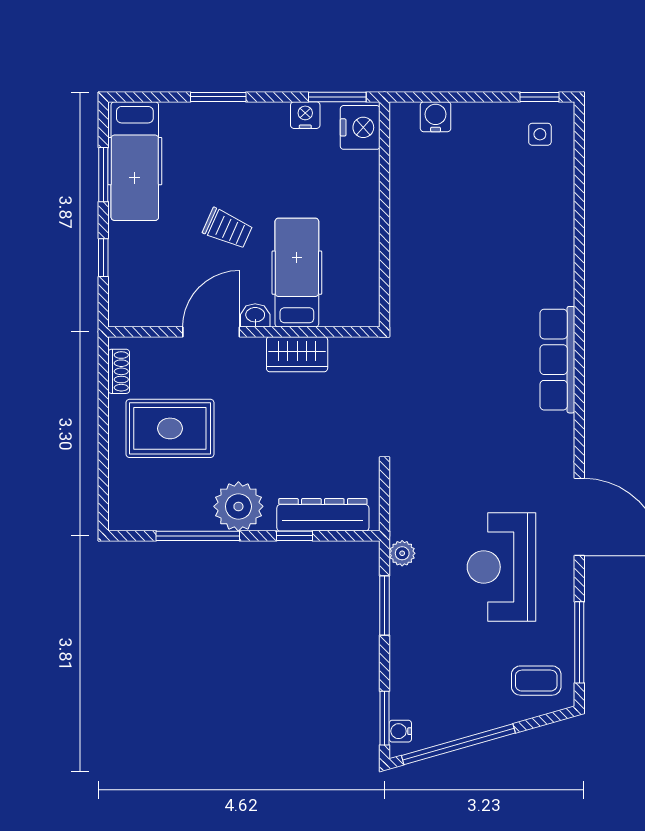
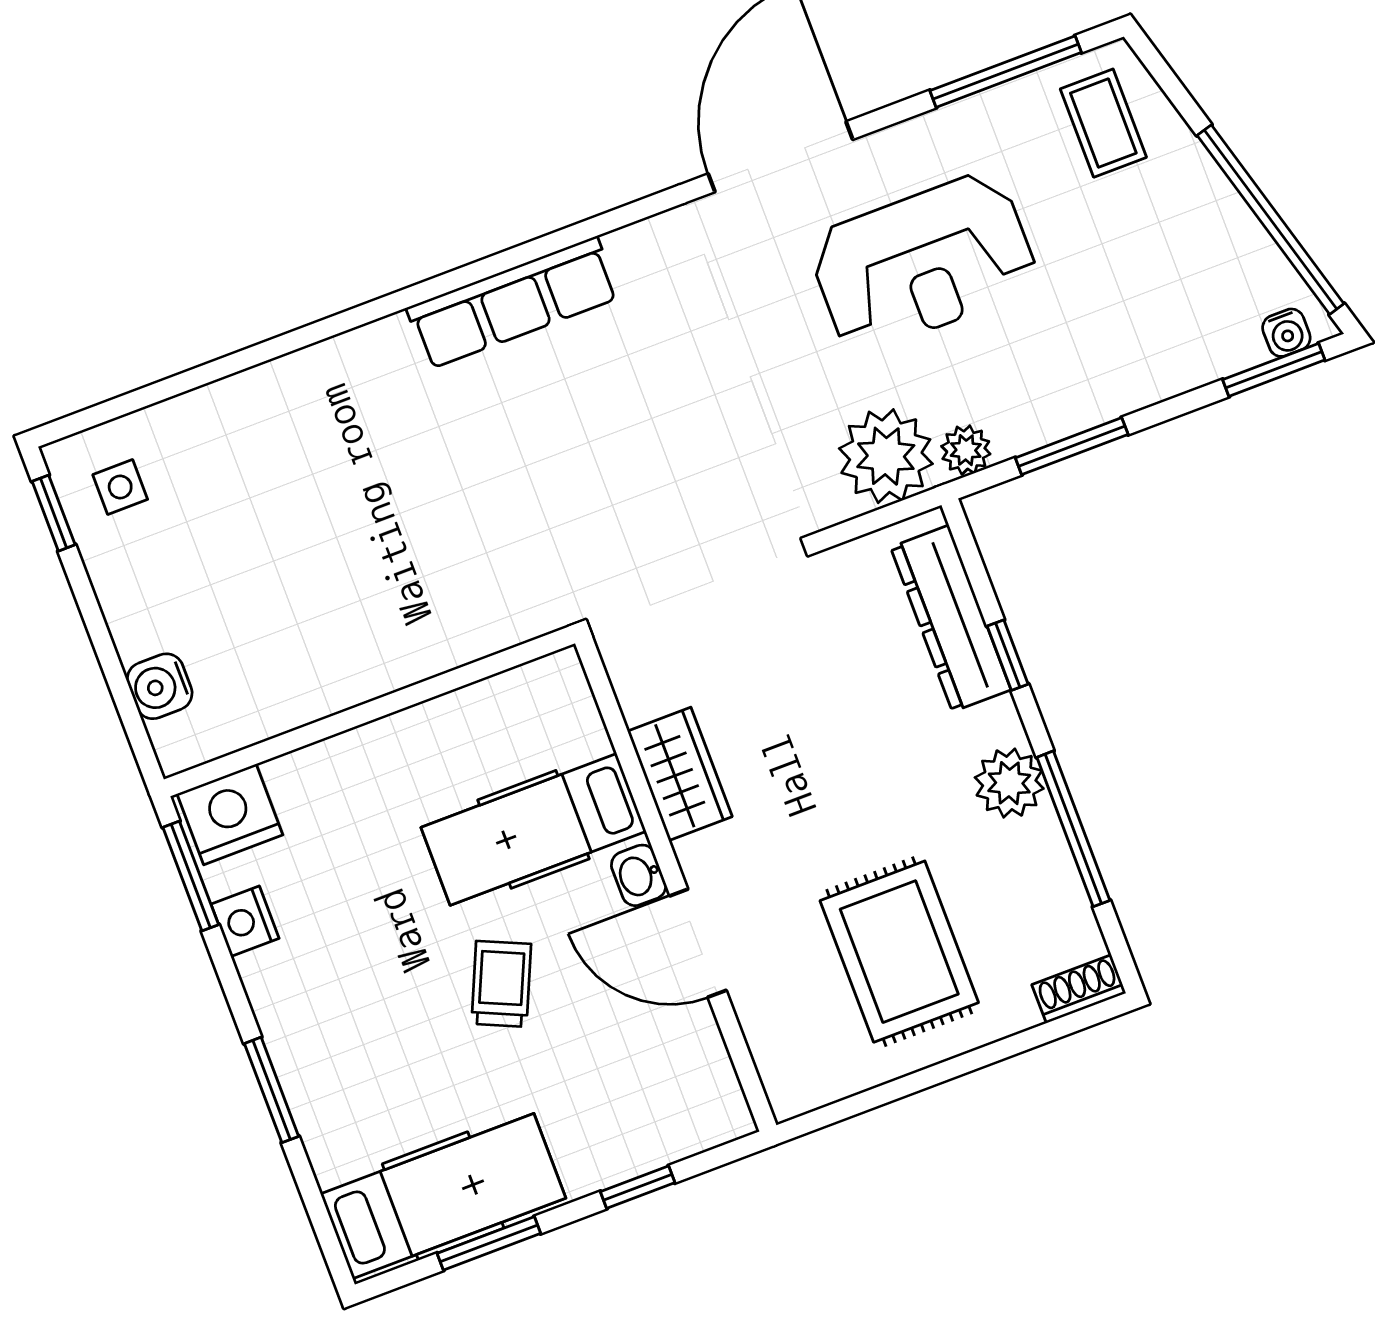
shoe rack: (119, 371) -> (1079, 989), moved
plant: (238, 506) -> (1009, 783), width x0.73, depth x0.73
plant: (414, 513) -> (886, 456), added

